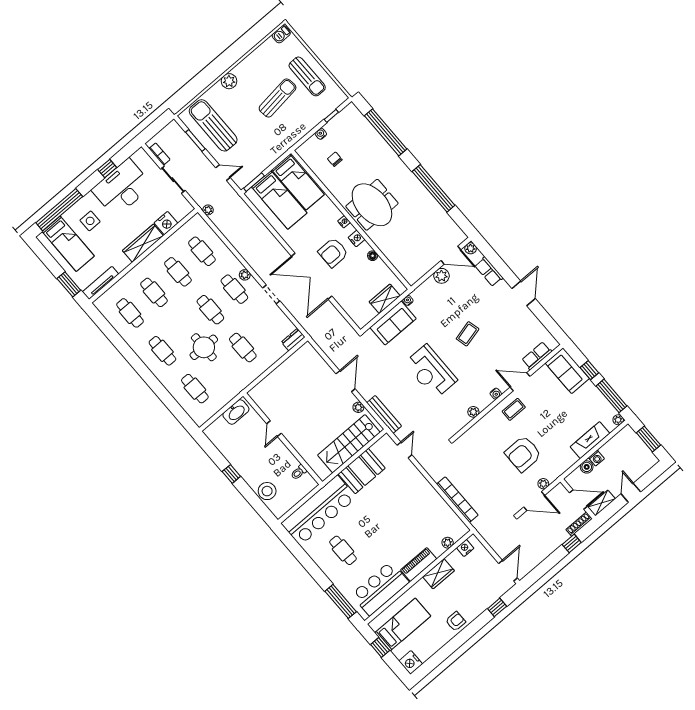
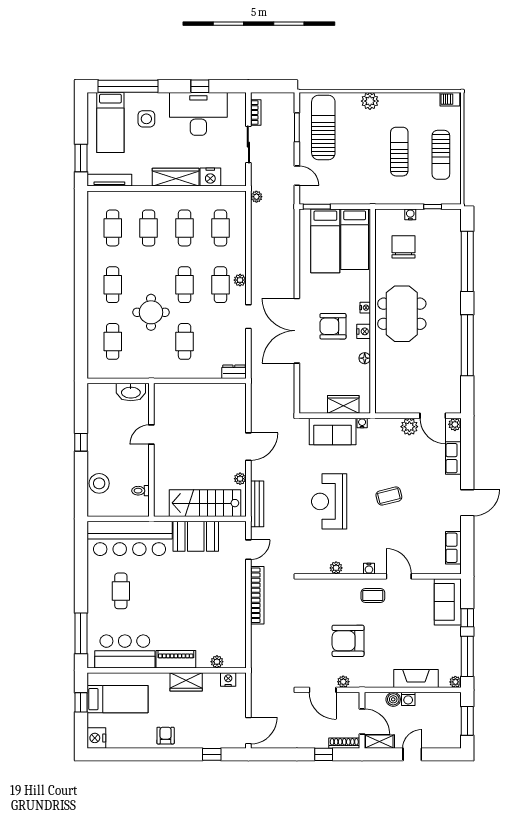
sun lounger: (278, 98) -> (399, 152), turned -83
chair: (335, 159) -> (404, 247), width x1.87, depth x1.87
row of seats: (537, 356) -> (453, 548), moved, turned -90
bookcase: (457, 500) -> (257, 595), moved
armchair: (455, 621) -> (166, 736), turned -90

